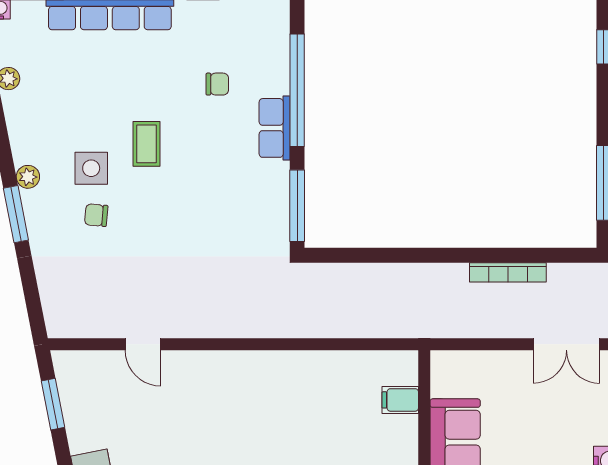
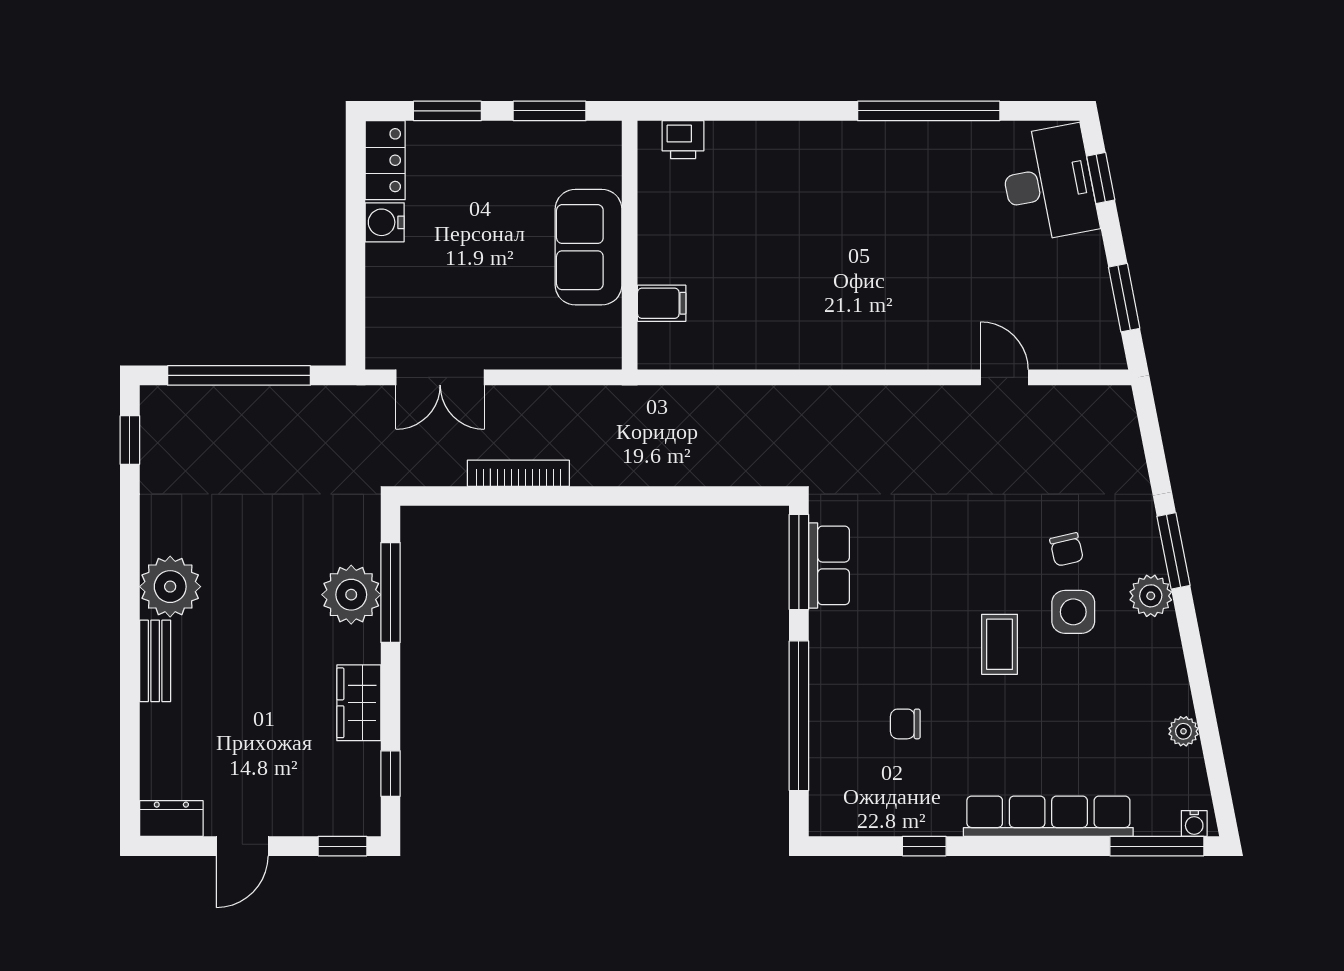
row of seats: (275, 128) -> (829, 565), moved
plant: (28, 177) -> (1151, 596), width x1.38, depth x1.38
chair: (96, 215) -> (1067, 549), turned 72
double door: (566, 344) -> (440, 377), swing flipped

